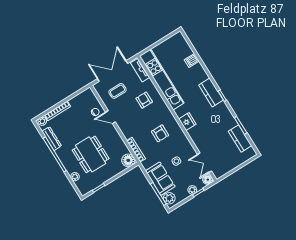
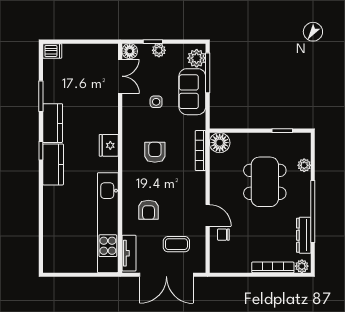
dishwasher: (192, 60) -> (52, 51), moved
kitchen counter: (240, 138) -> (53, 123), moved

